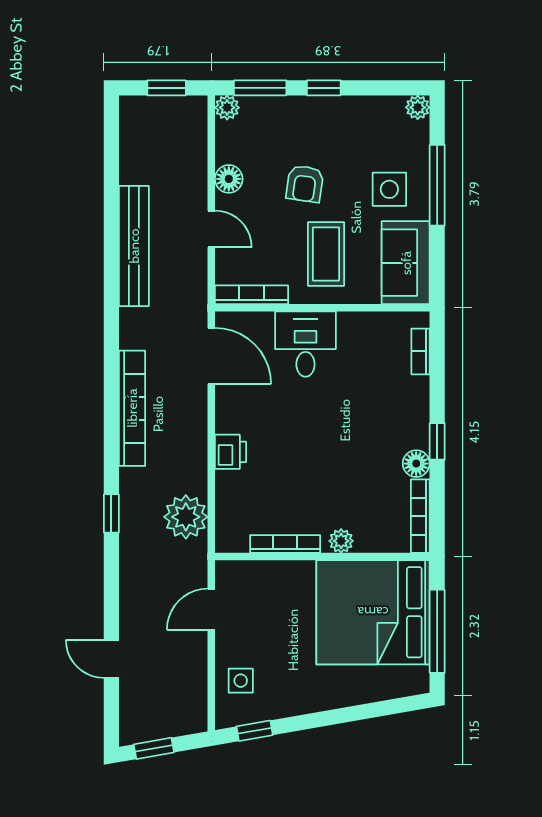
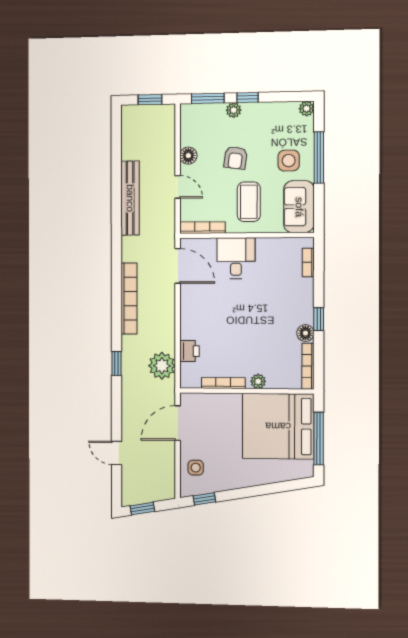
plant: (227, 108) -> (234, 110), moved
printer: (230, 452) -> (189, 351), moved
door: (211, 609) -> (178, 423), width x1.38

